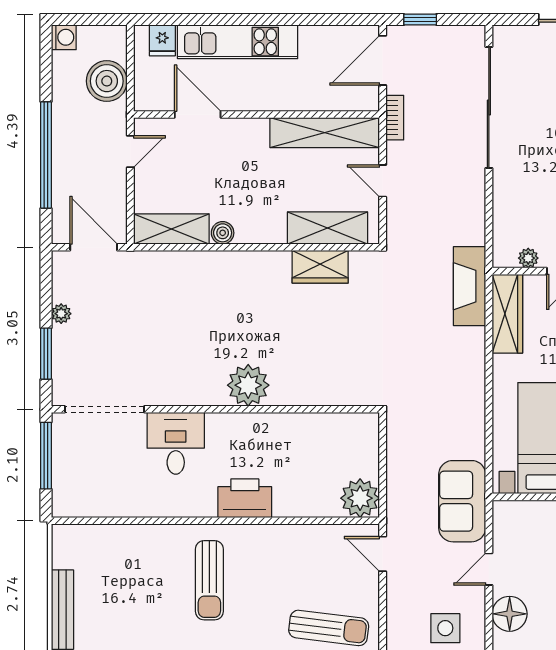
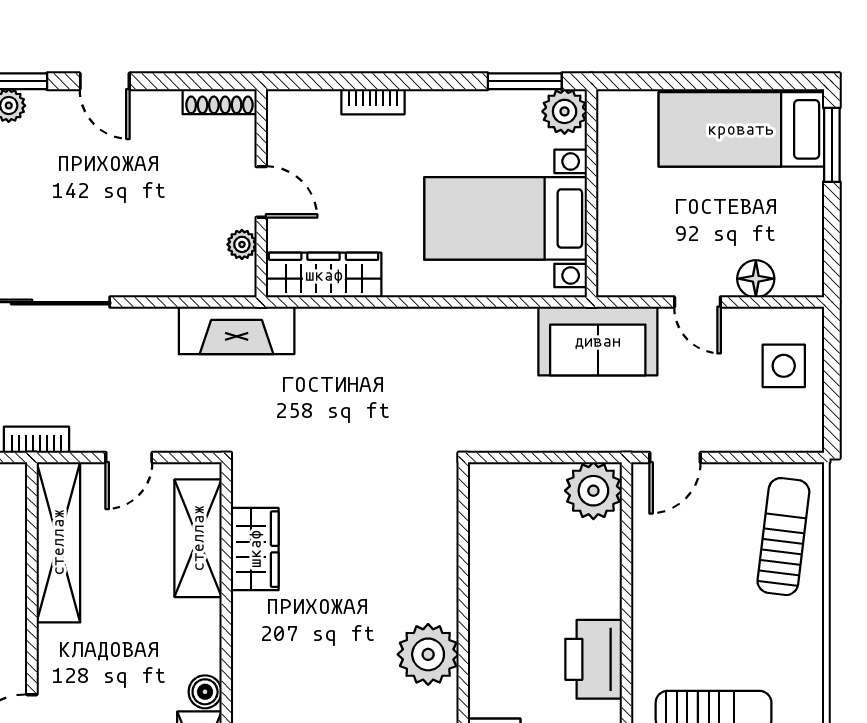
fireplace: (469, 286) -> (237, 330), moved
floor lamp: (510, 614) -> (756, 279), width x0.73, depth x0.73

